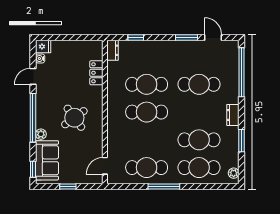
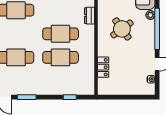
fridge: (43, 47) -> (148, 89), removed
dresser: (112, 50) -> (90, 16), moved

